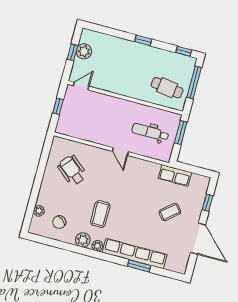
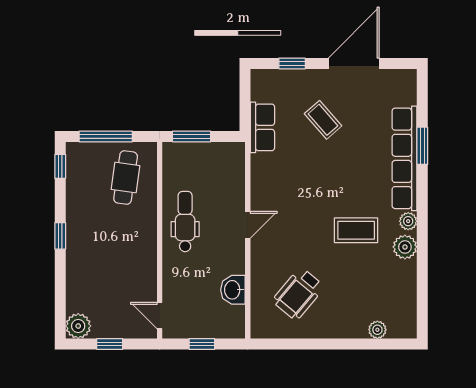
plant: (84, 51) -> (78, 326), moved
dental chair: (150, 132) -> (185, 222), moved, turned 180
washbasin: (85, 133) -> (233, 290), added
chair: (59, 222) -> (387, 292), removed

